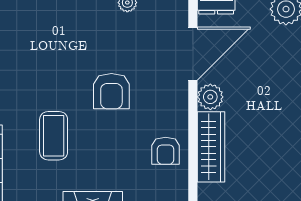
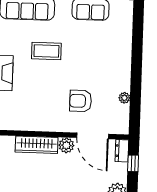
armchair: (111, 91) -> (81, 101), moved
armchair: (166, 151) -> (35, 118), removed

